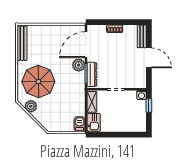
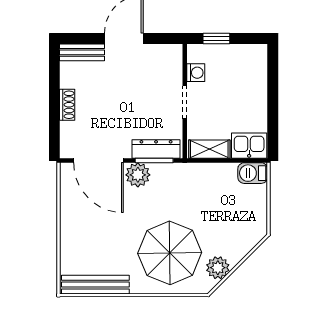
washing machine: (141, 95) -> (196, 73), moved

